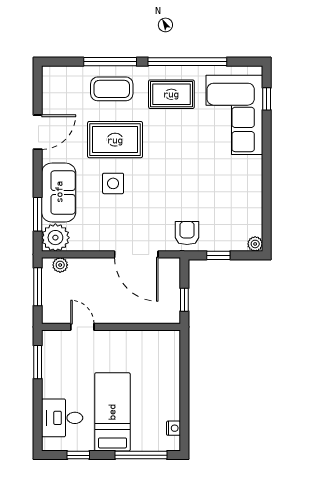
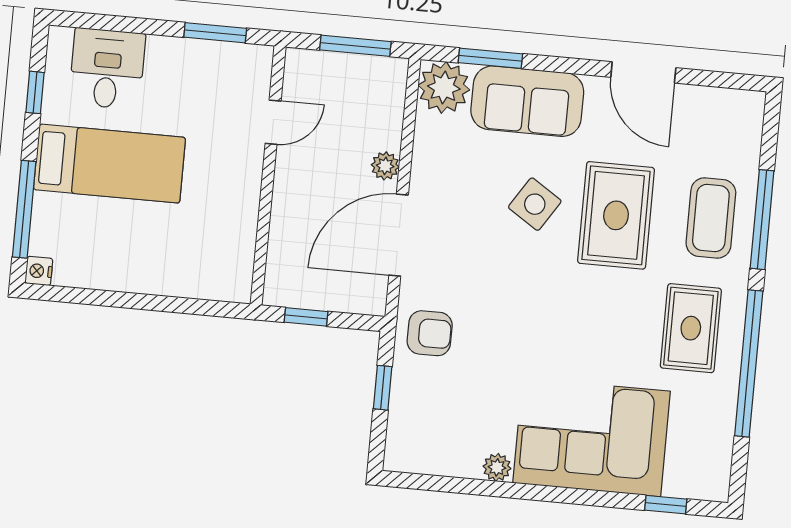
corner sofa: (234, 115) -> (591, 437), moved
side table: (113, 183) -> (535, 204), turned 33
plant: (255, 244) -> (497, 467), moved
plant: (60, 265) -> (385, 166), moved
nightstand: (174, 428) -> (39, 271), moved, turned 90

